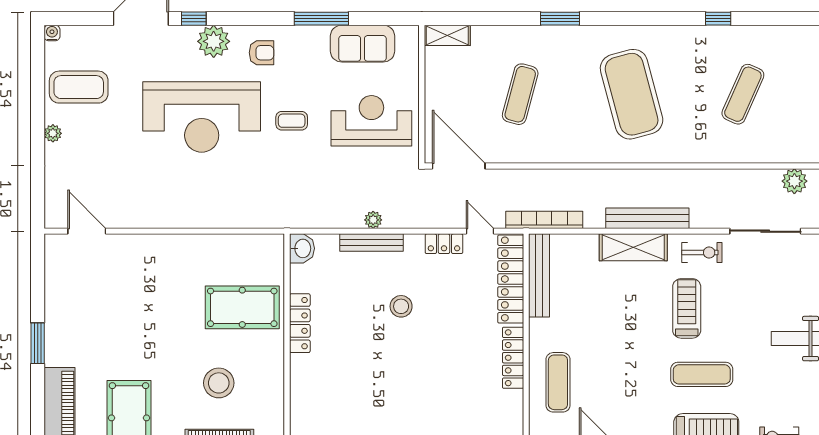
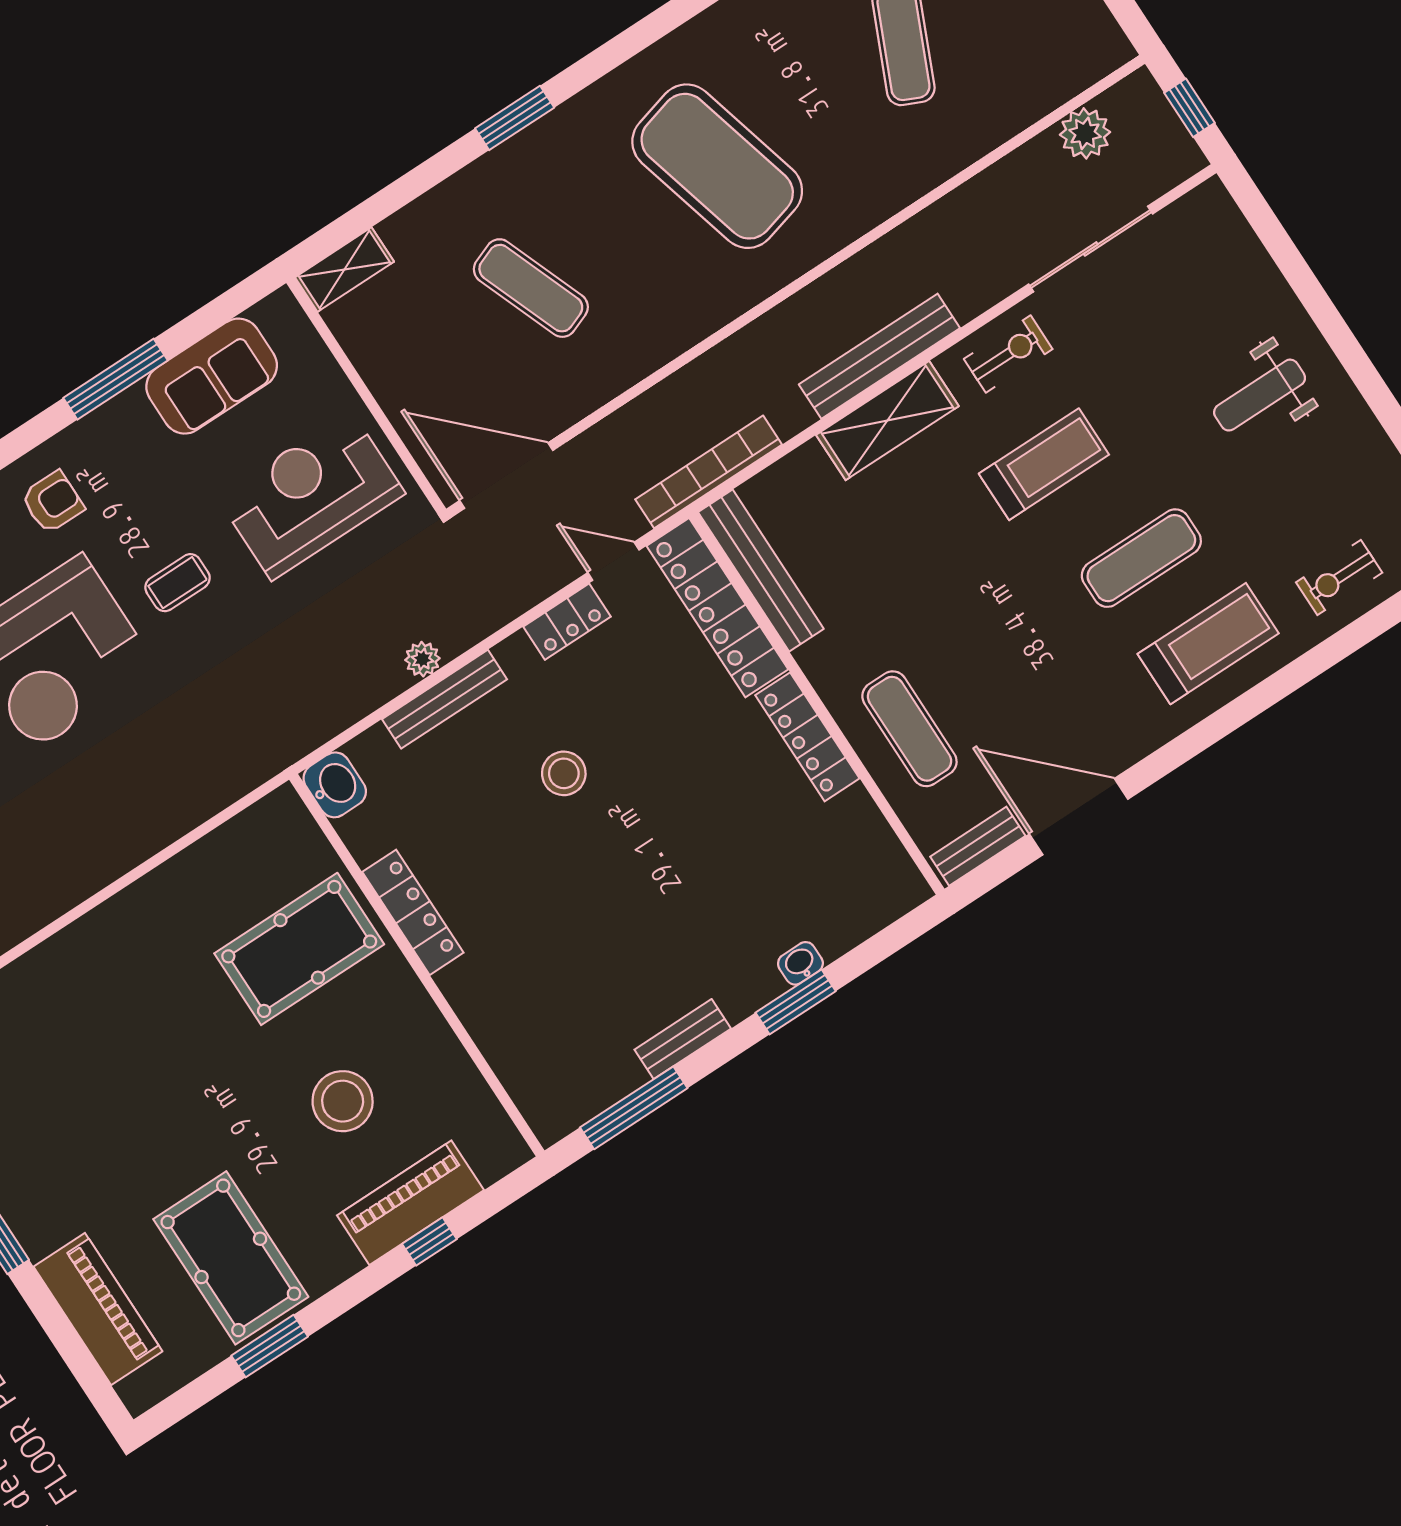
exercise mat: (520, 94) -> (531, 288), turned -36
treadmill: (687, 308) -> (1044, 464), turned 90

